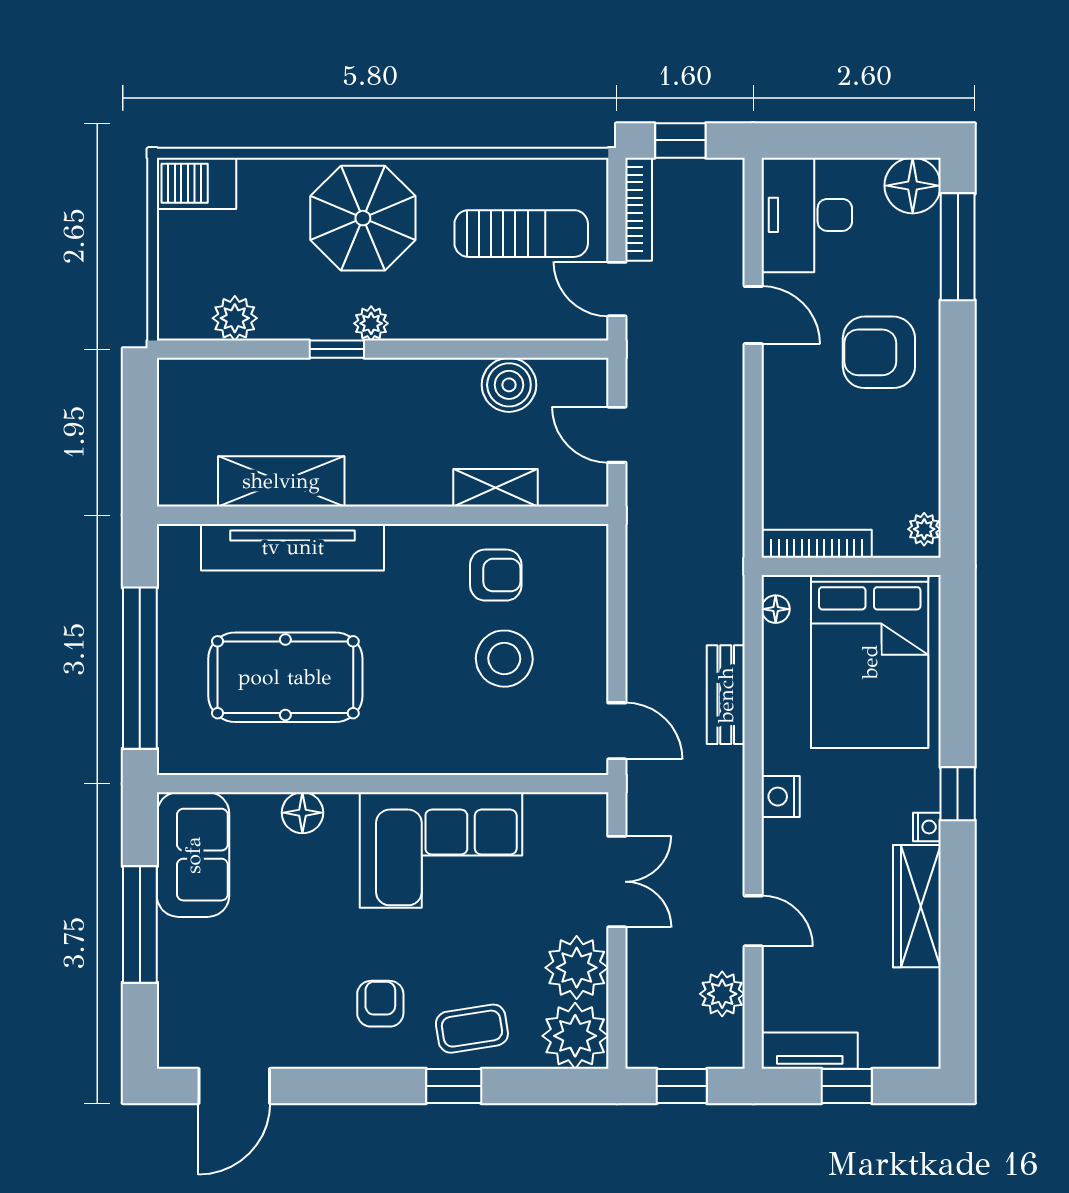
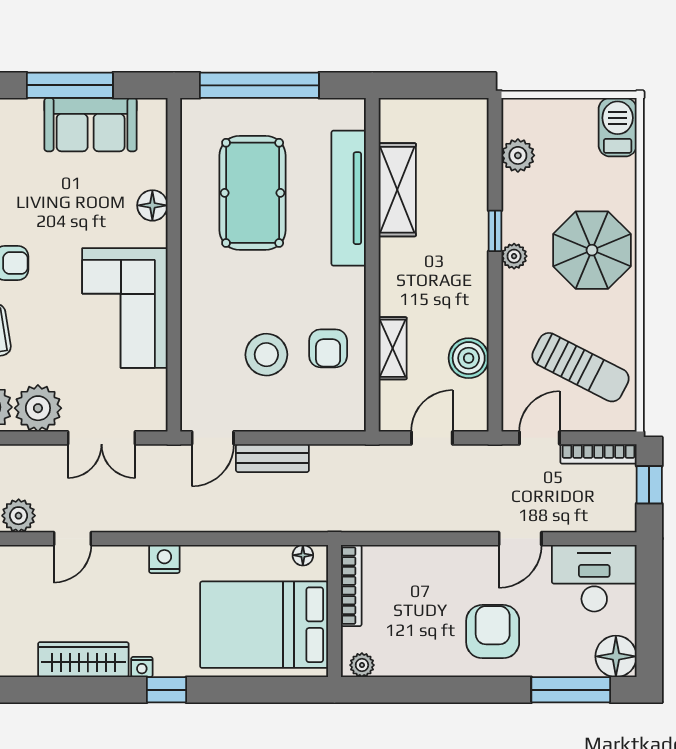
sun lounger: (521, 234) -> (580, 367), turned -63
bench: (726, 695) -> (272, 458), moved
sofa: (193, 855) -> (91, 125), moved

